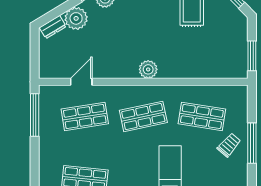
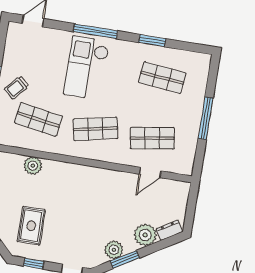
plant: (148, 69) -> (33, 166), moved
window: (35, 115) -> (206, 118), moved

